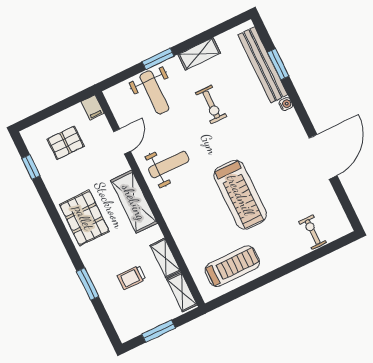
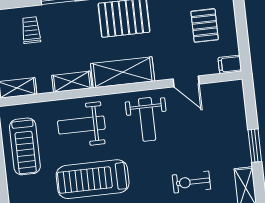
weight bench: (154, 92) -> (81, 125), moved
shelving: (165, 258) -> (72, 82), moved
trolley: (132, 277) -> (31, 30), moved

